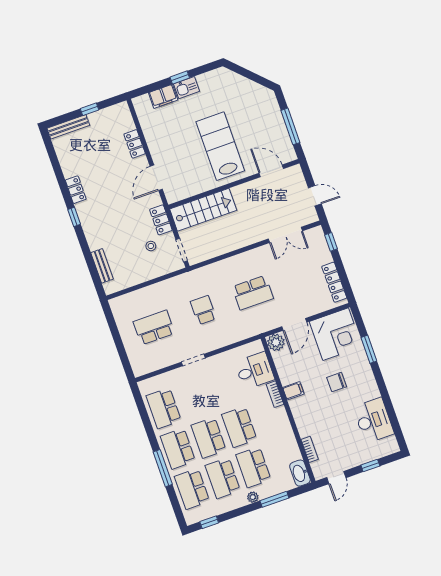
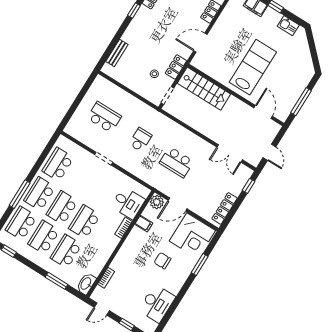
kitchen sink: (187, 88) -> (288, 26), moved
filing cabinet: (293, 391) -> (144, 224), moved
plant: (253, 497) -> (47, 266), removed

